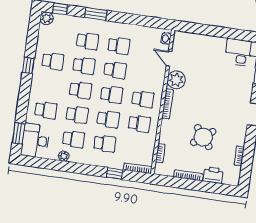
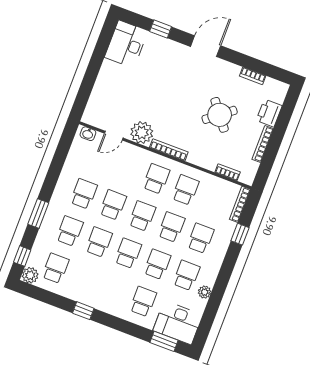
school desk: (53, 61) -> (55, 268), moved

